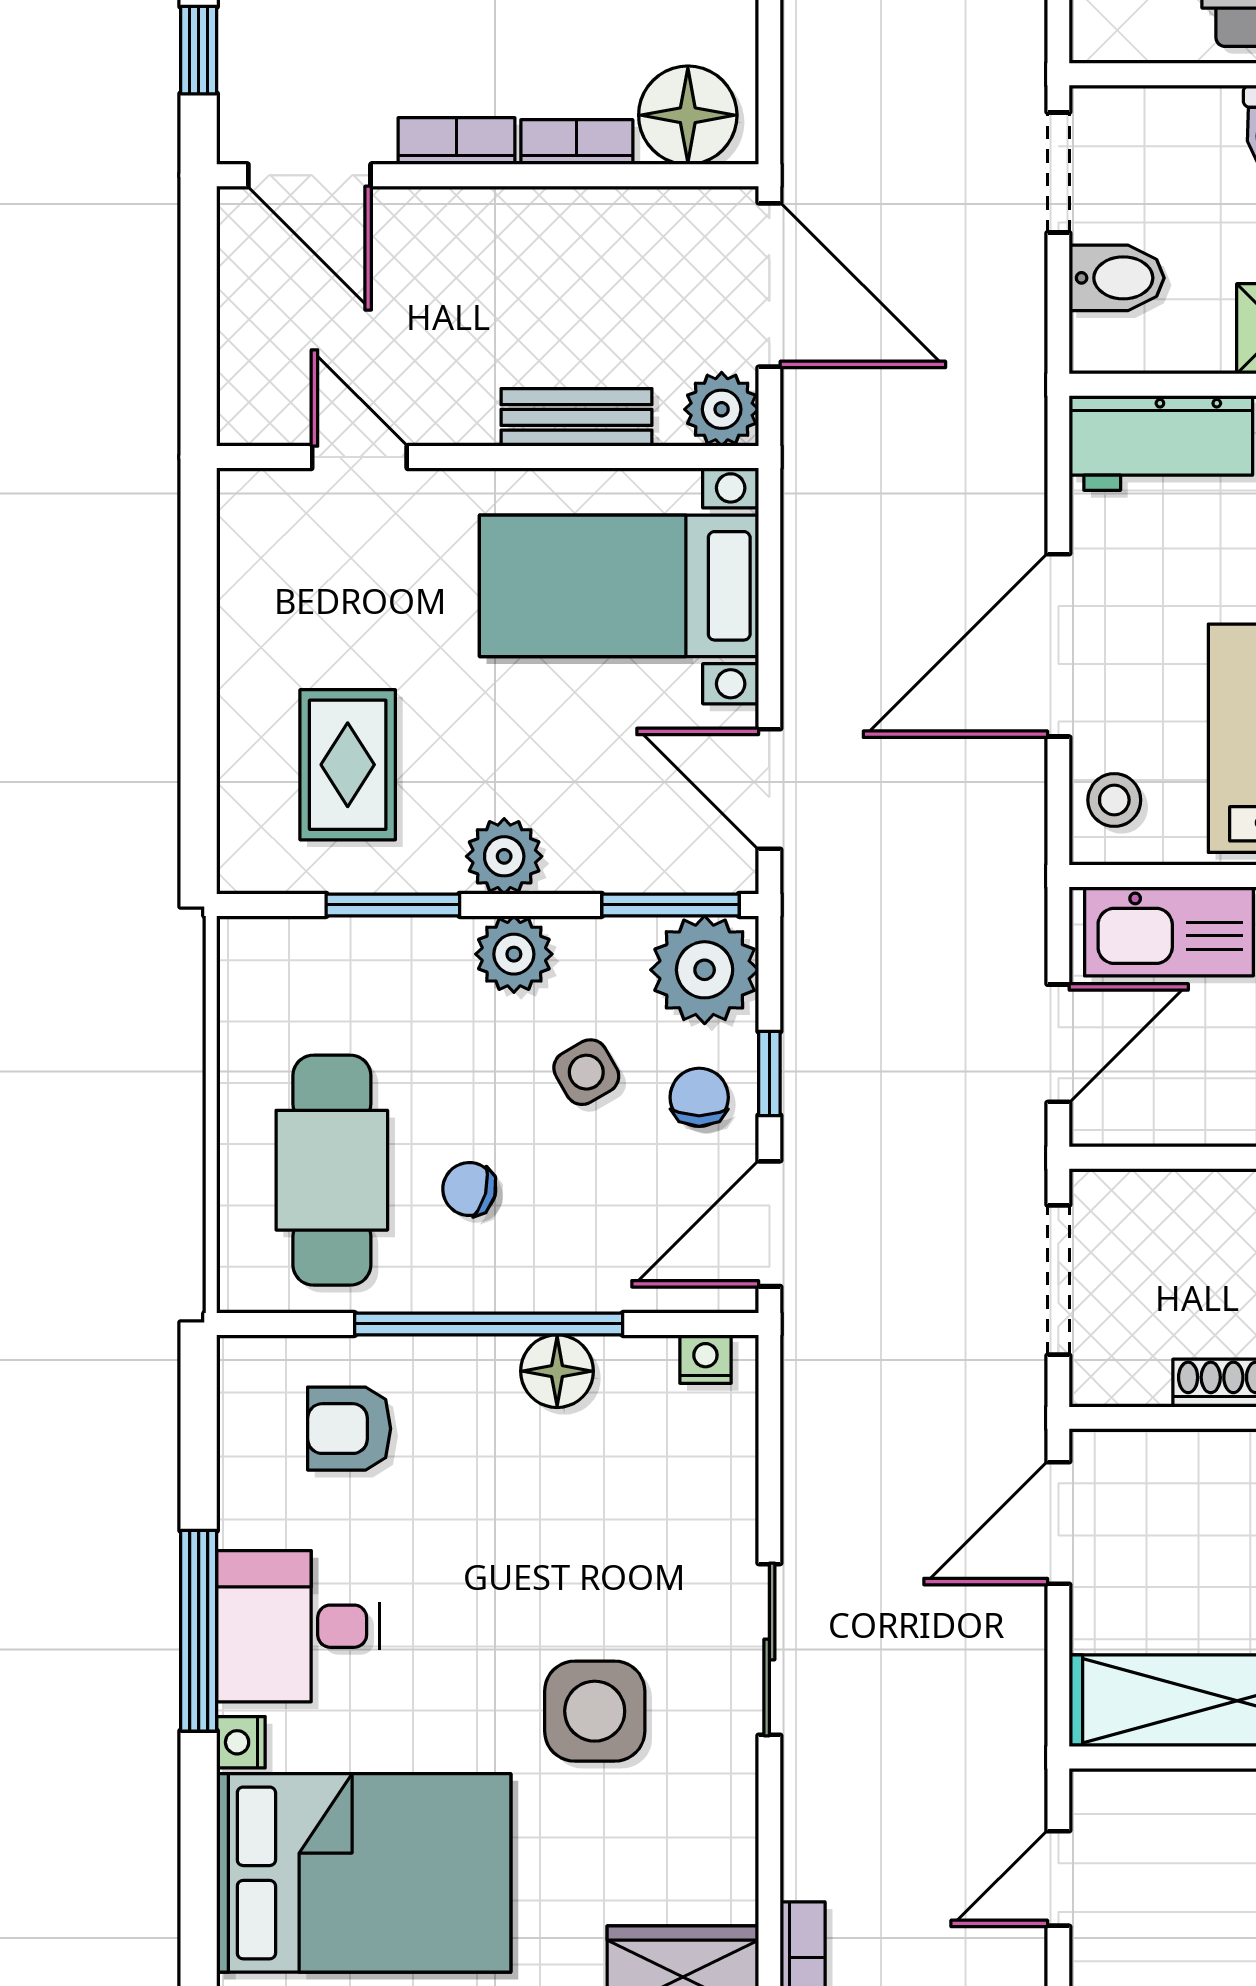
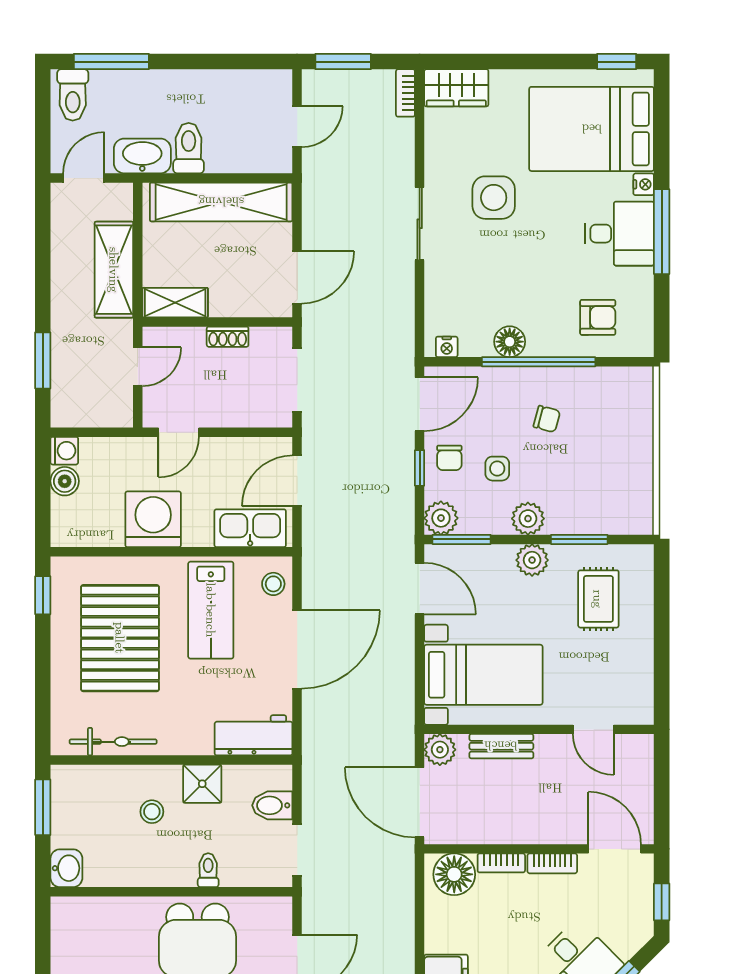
plant: (705, 970) -> (441, 518), width x0.73, depth x0.73
side table: (586, 1072) -> (497, 469), turned 30
cafe table: (332, 1170) -> (605, 427), removed

